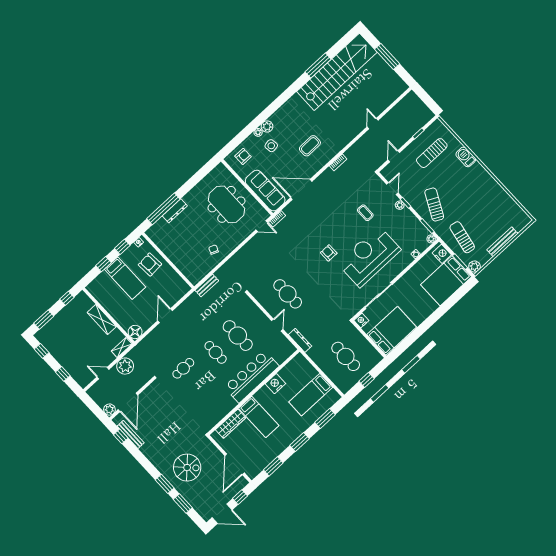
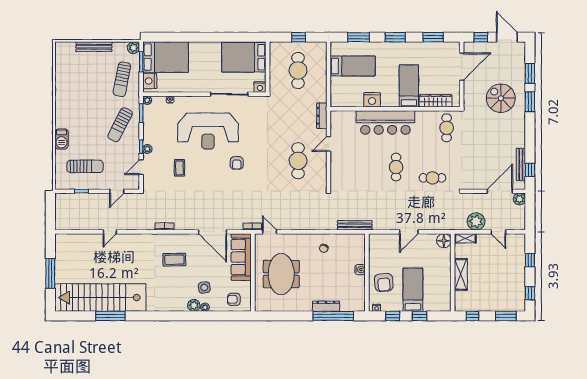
water cooler: (175, 258) -> (360, 270), added
bench: (207, 285) -> (355, 225), width x1.36
cafe table: (238, 336) -> (447, 128), moved, width x0.73, depth x0.74

